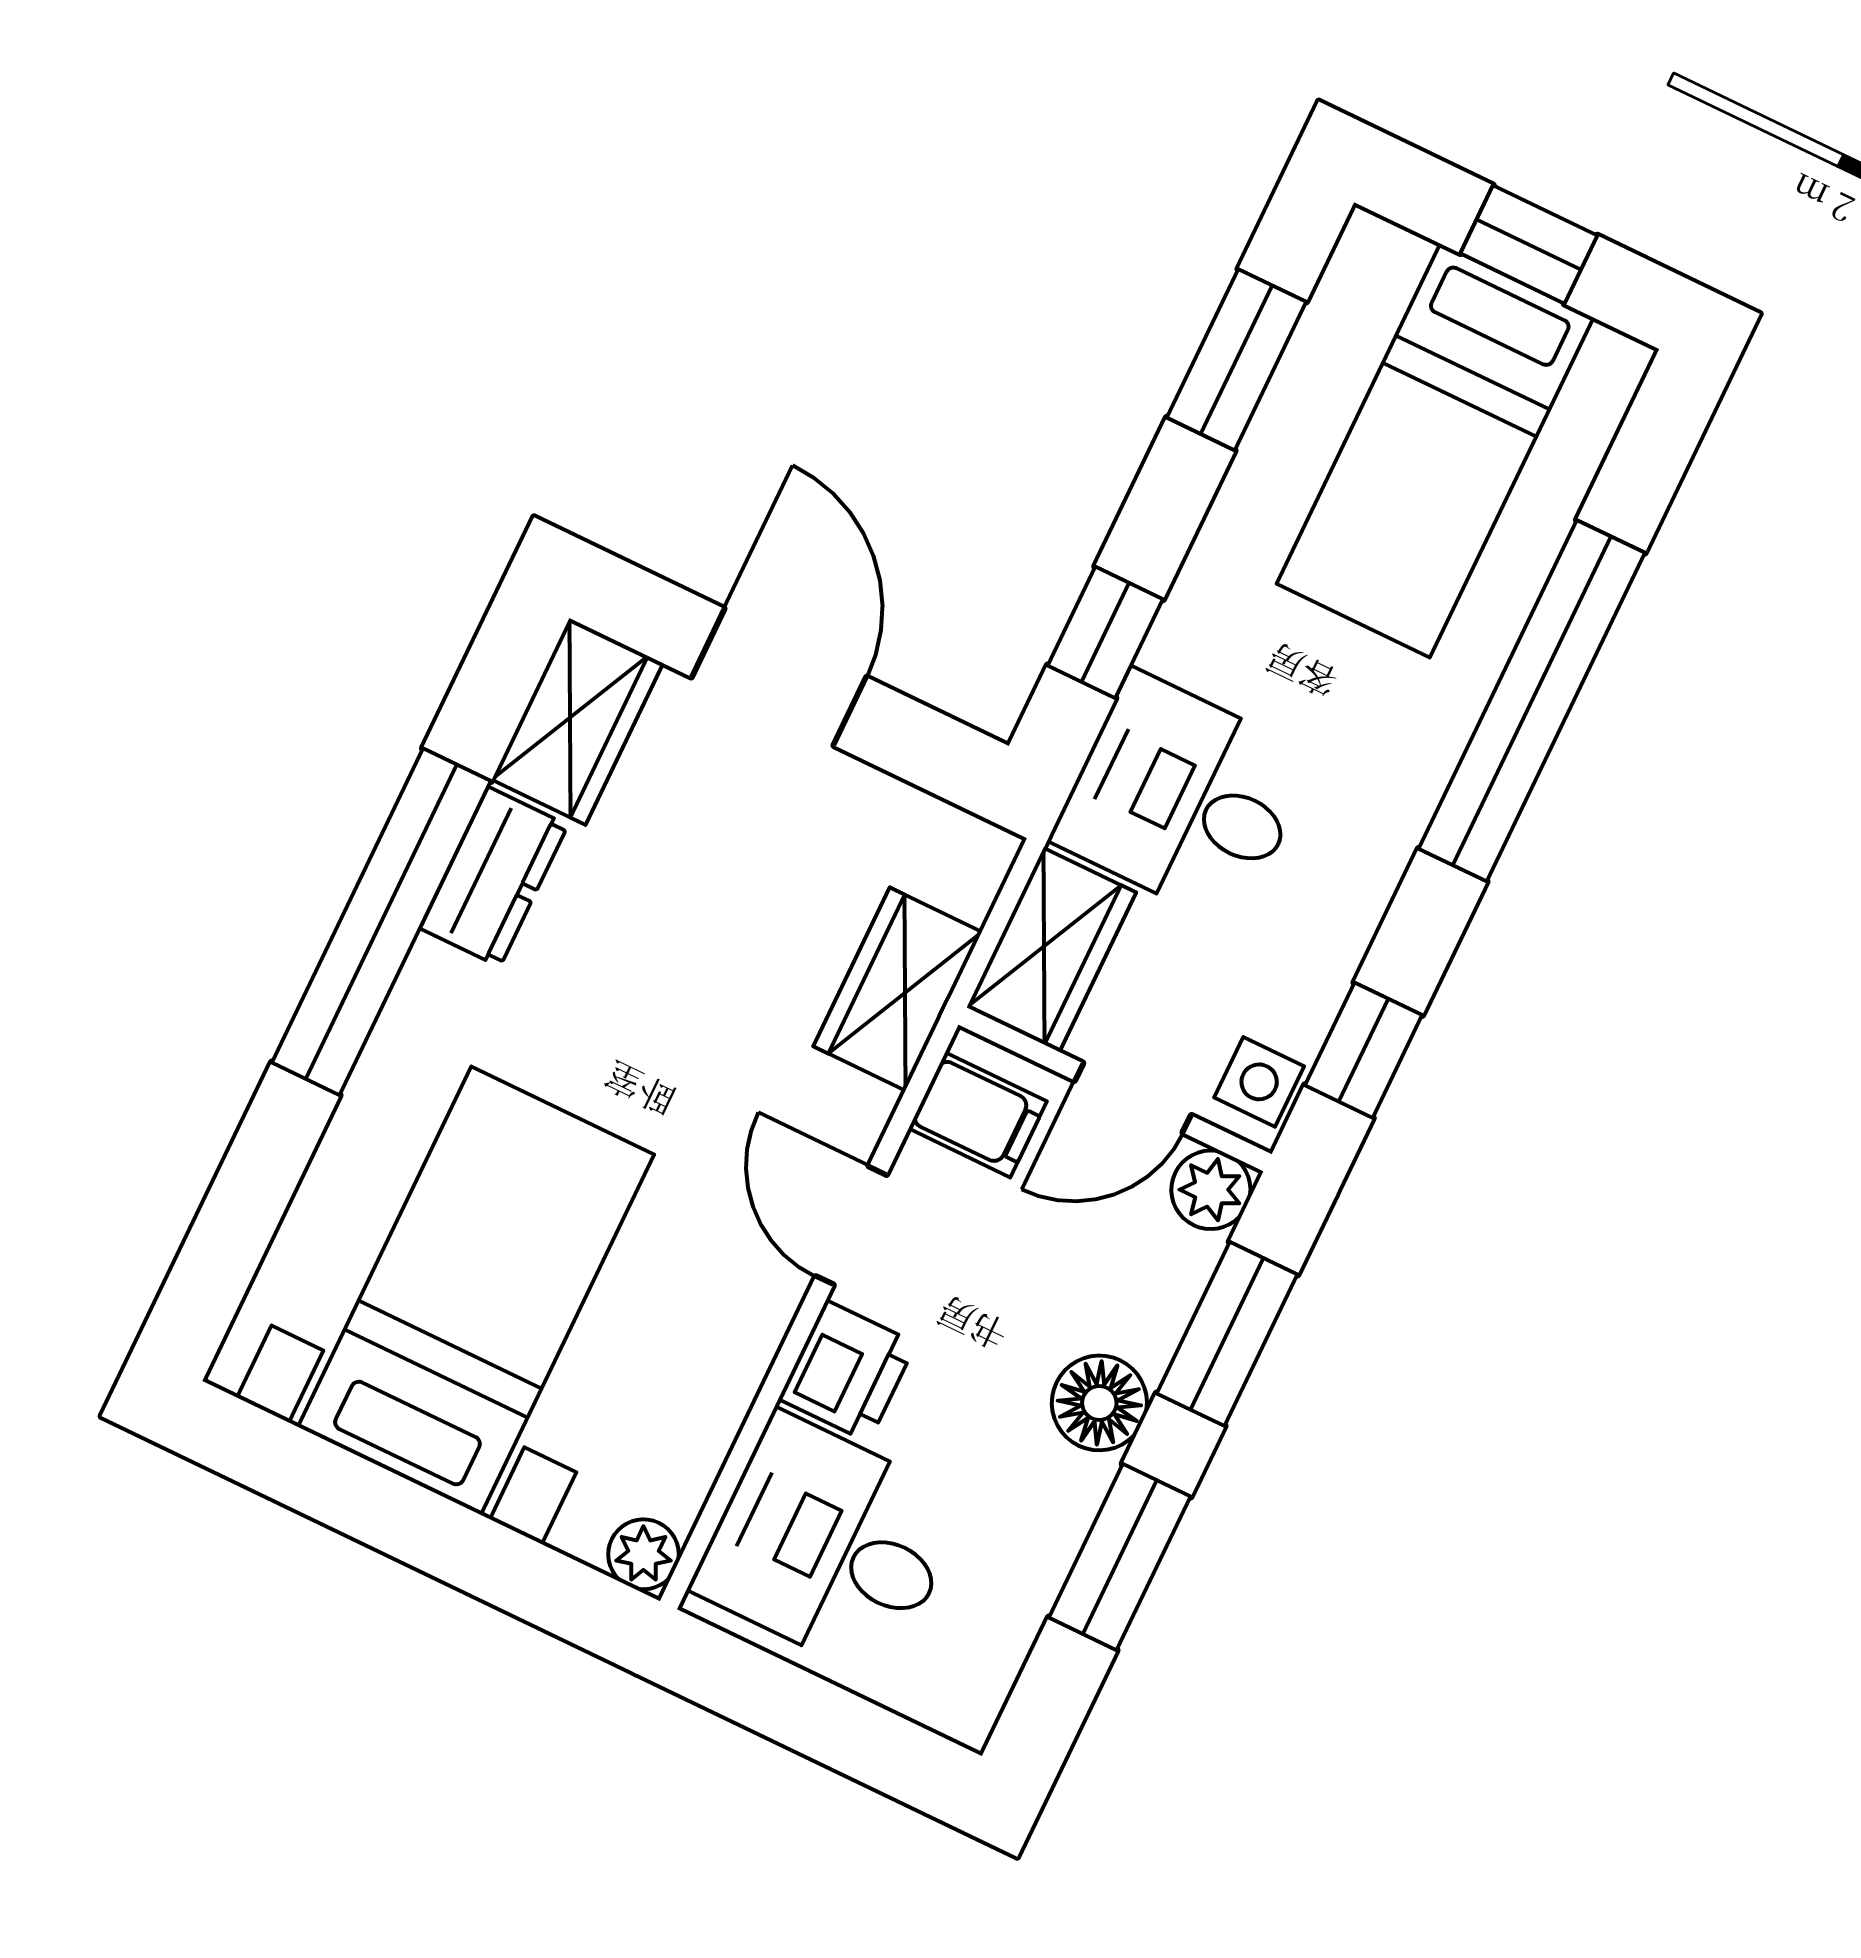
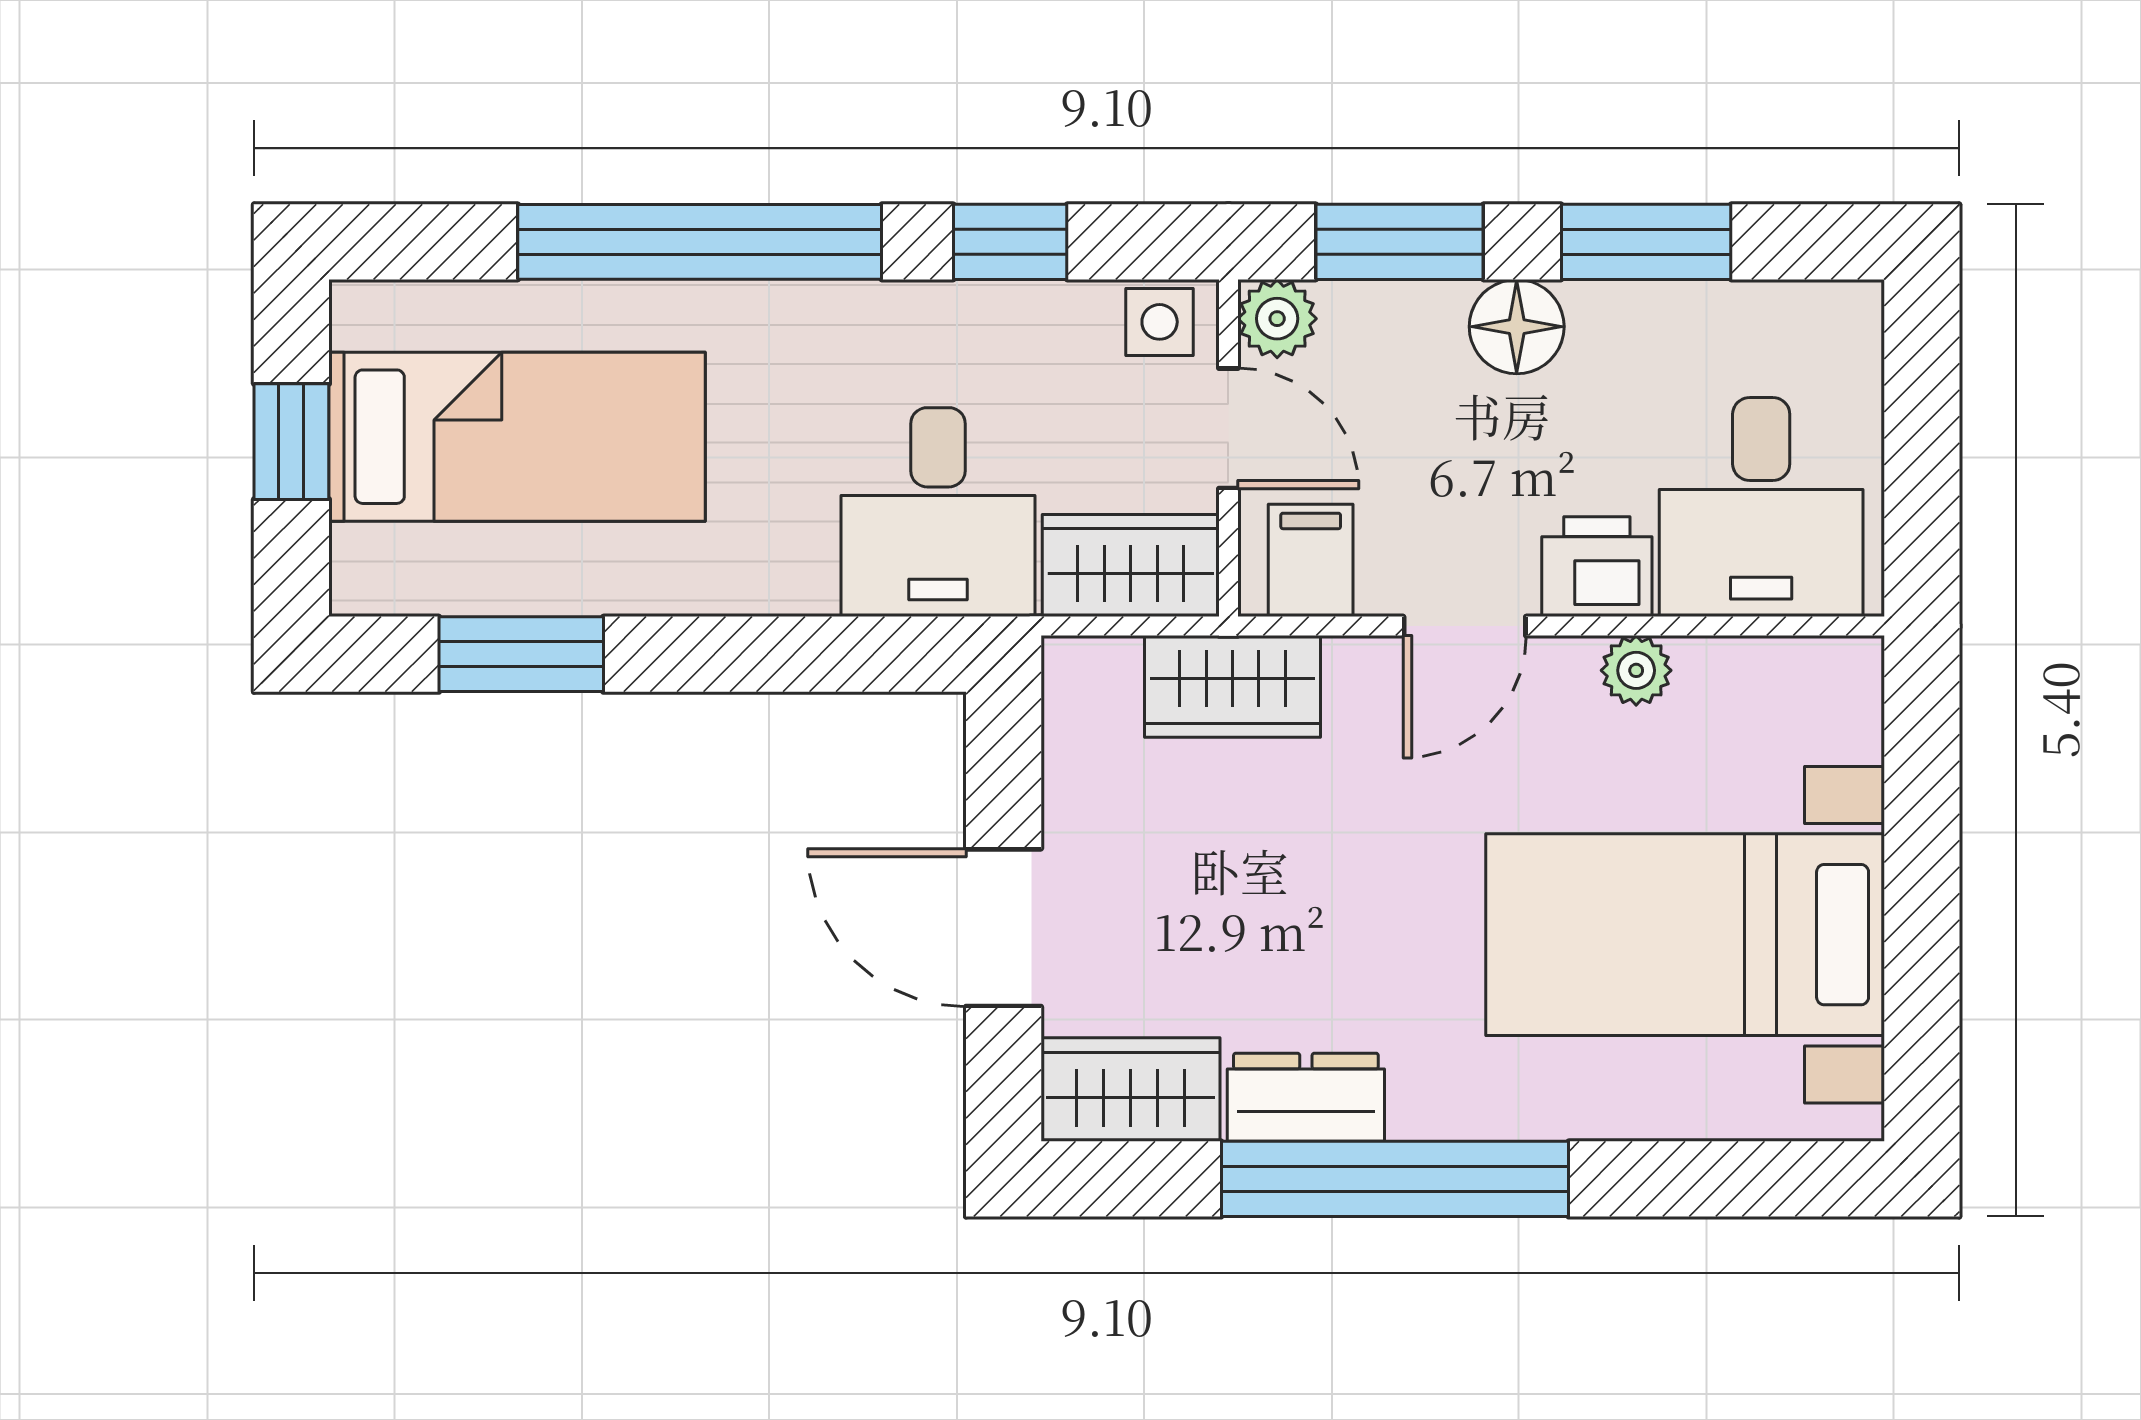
window: (1105, 632) -> (823, 654), removed
door: (779, 677) -> (1004, 928), hinge flipped
window: (1364, 1050) -> (1010, 242), moved
plant: (643, 1554) -> (1636, 670), moved

